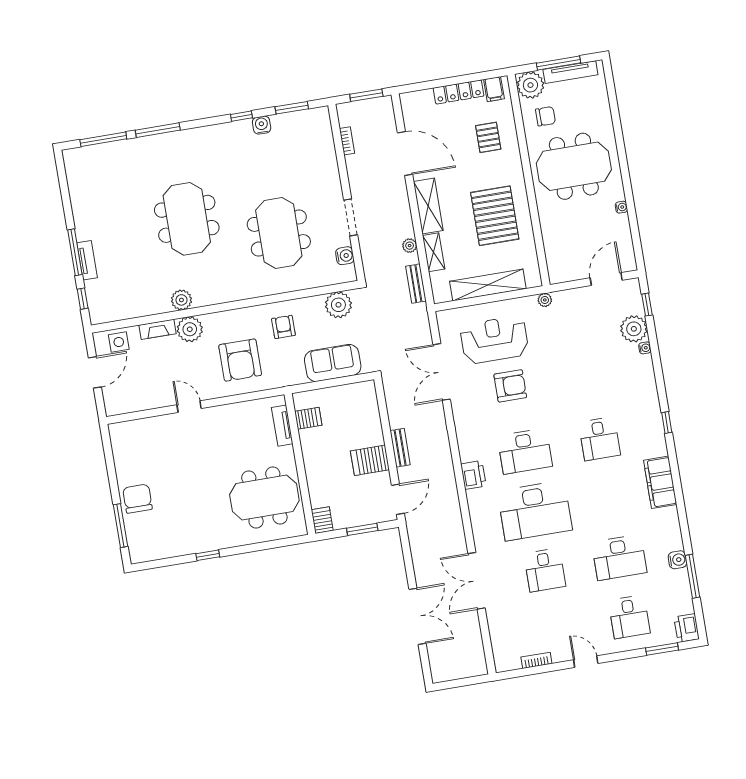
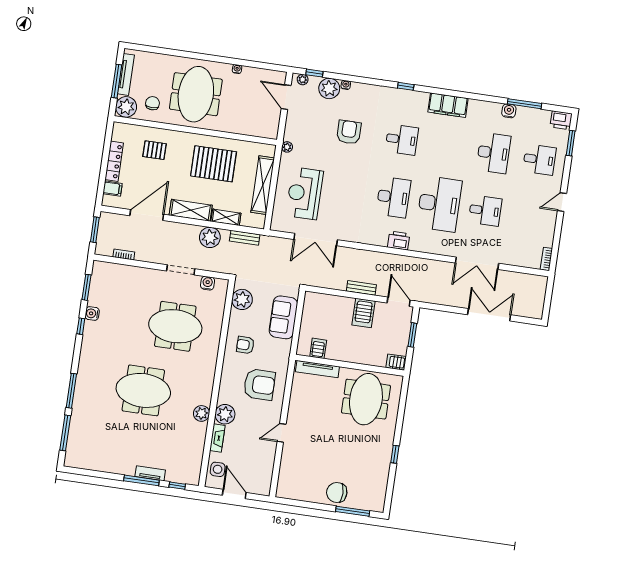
filing cabinet: (494, 89) -> (113, 189), moved
plant: (410, 246) -> (210, 237), width x1.88, depth x1.88
plant: (634, 292) -> (303, 79), added
armchair: (510, 386) -> (349, 132), moved
tv unit: (282, 426) -> (317, 369), width x1.41
bookcase: (536, 660) -> (546, 259), moved

